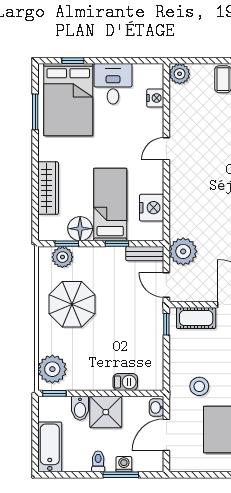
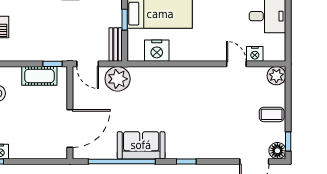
door: (166, 149) -> (236, 64), moved
door: (166, 285) -> (88, 64), swing flipped
cot: (196, 318) -> (39, 76), moved, turned 90

